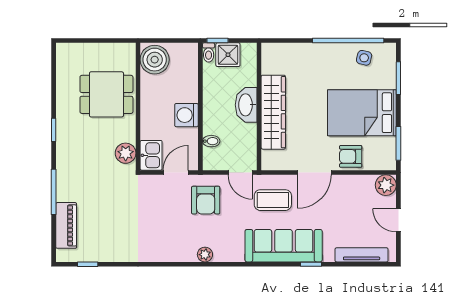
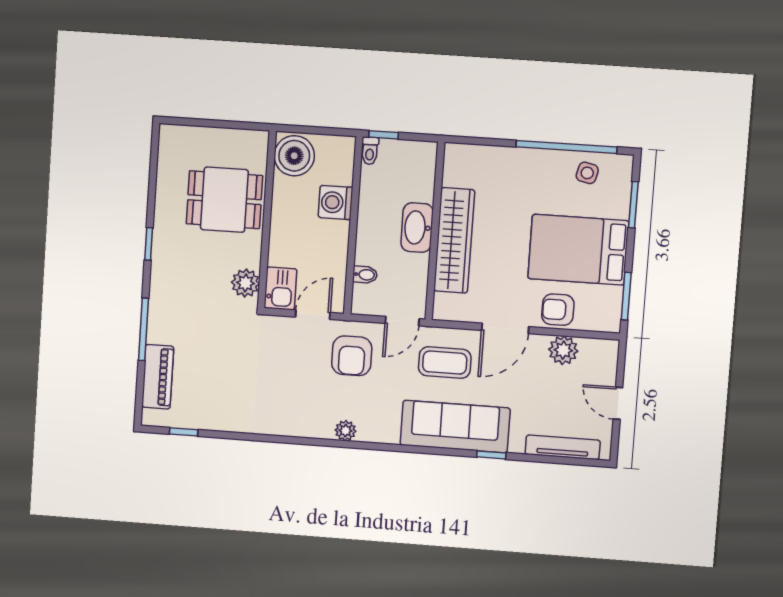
shower: (228, 55) -> (397, 156), removed
washing machine: (186, 115) -> (335, 202), moved
door: (240, 173) -> (402, 321), hinge flipped
plant: (386, 185) -> (563, 350), moved

